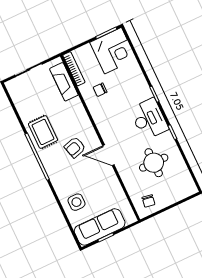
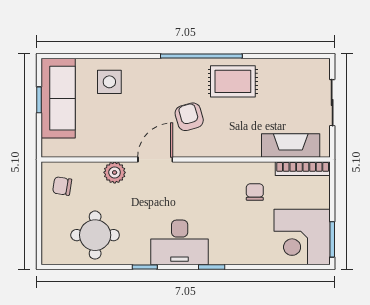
round table: (154, 163) -> (95, 235), moved
plant: (127, 175) -> (115, 172), added

